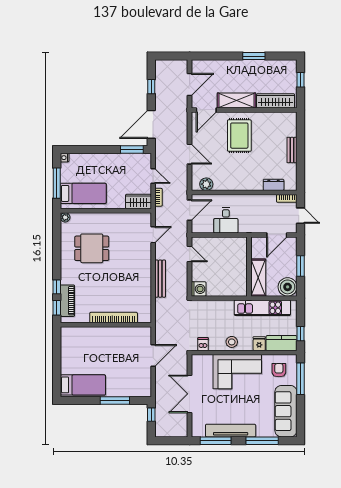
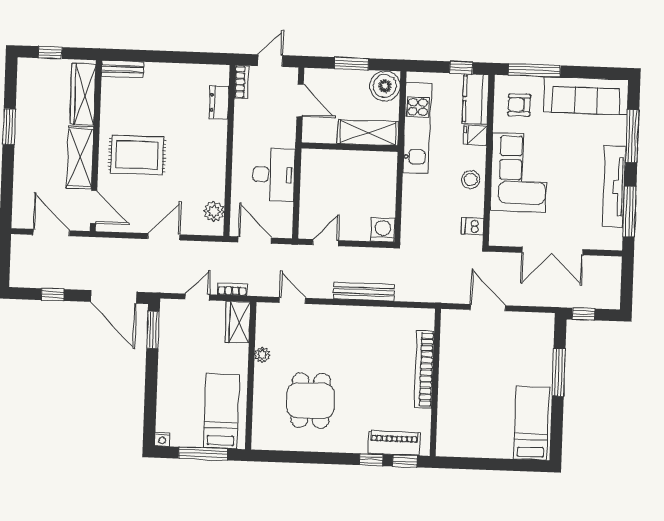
bench: (292, 150) -> (123, 69), moved
plant: (65, 217) -> (262, 355), moved
desk: (226, 220) -> (274, 175), width x1.37

